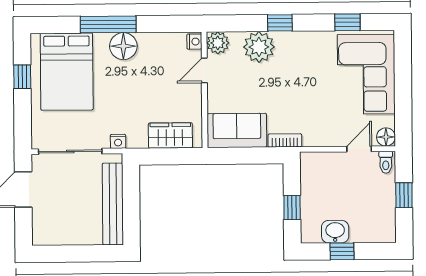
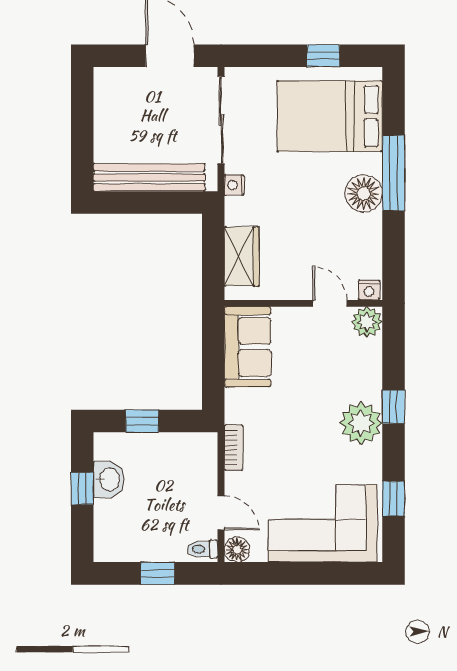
plant: (259, 47) -> (361, 423), moved
bookcase: (285, 140) -> (234, 448), moved

